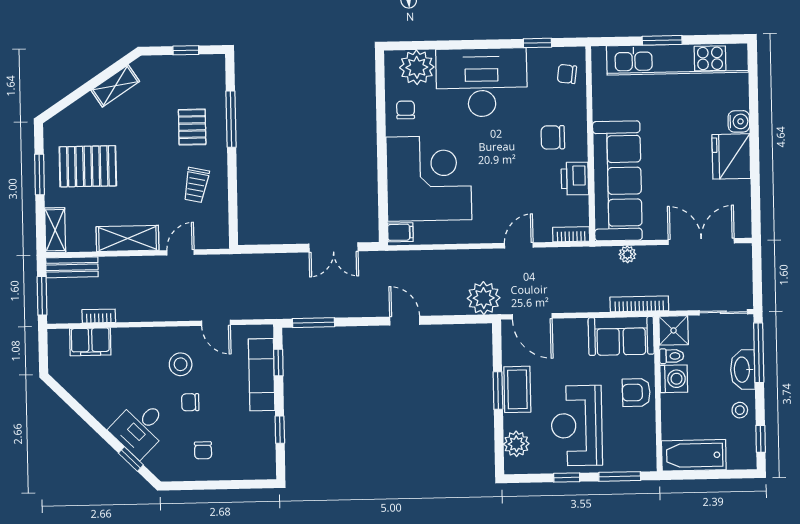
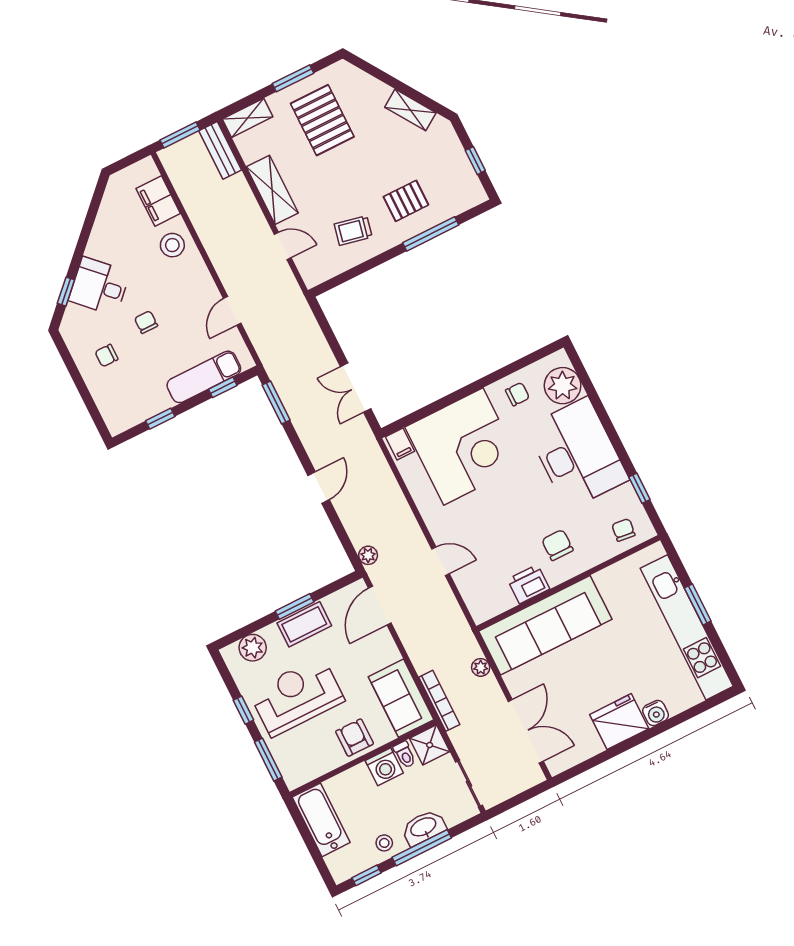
bookcase: (571, 234) -> (474, 606), removed
plant: (484, 298) -> (368, 555), width x0.53, depth x0.53
bookcase: (99, 316) -> (186, 197), removed
window: (759, 353) -> (422, 848), moved
stool: (181, 364) -> (172, 245), moved

